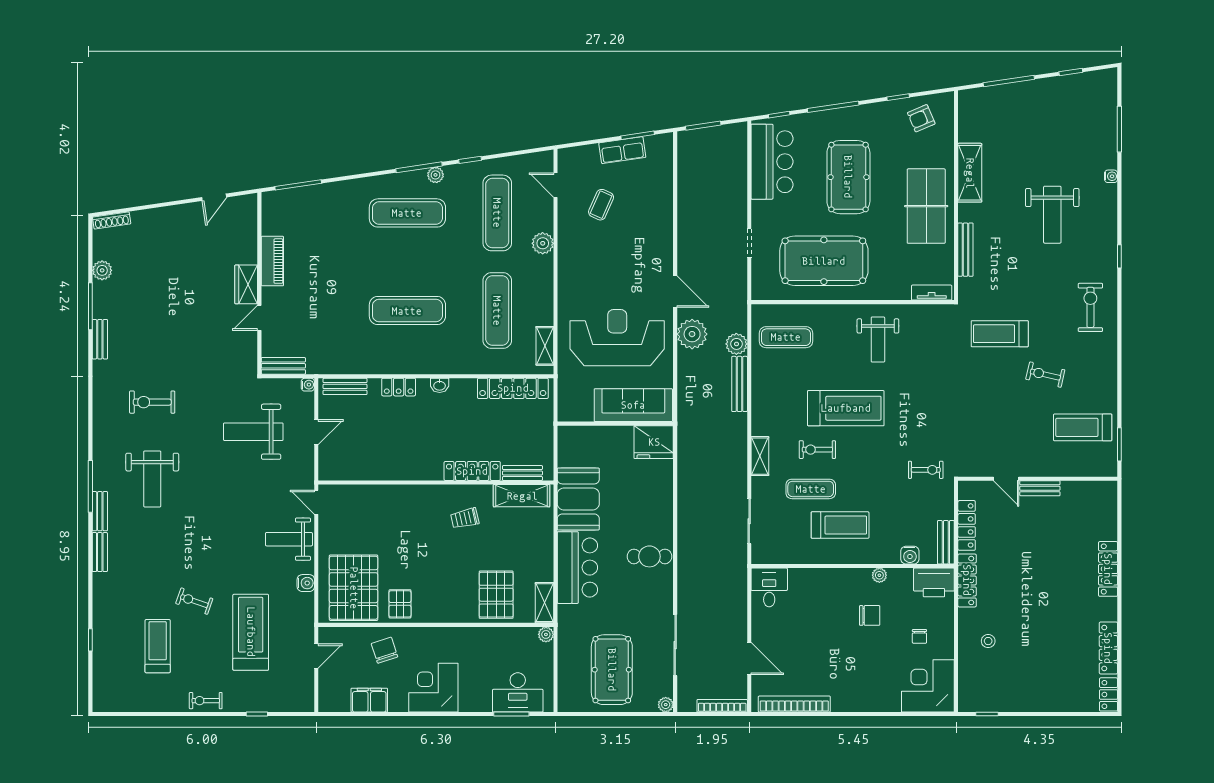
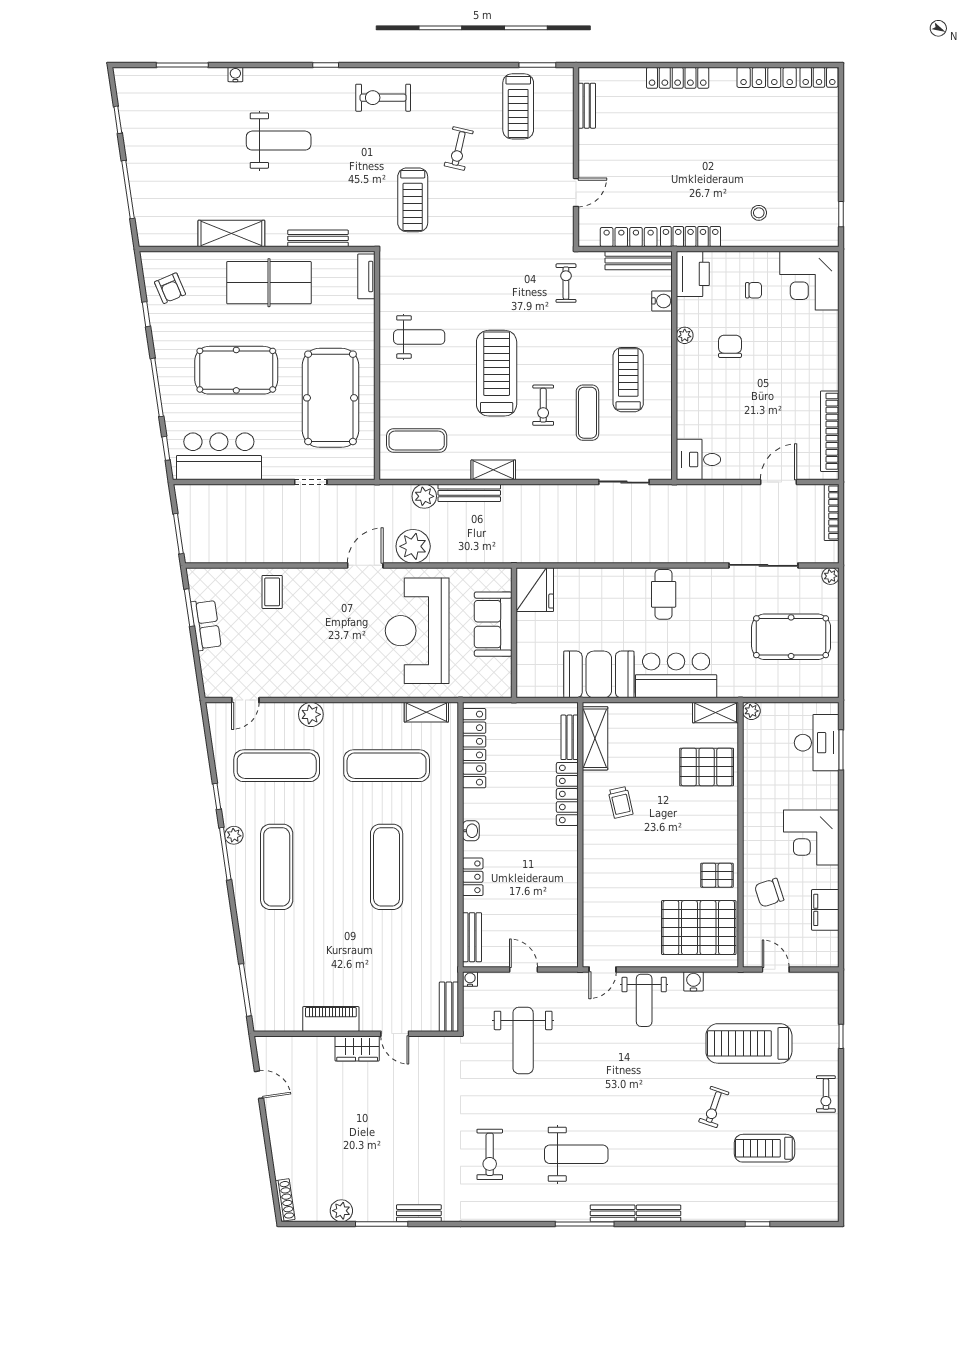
coffee table: (601, 205) -> (272, 592), moved, turned 66
exercise mat: (786, 337) -> (417, 440), turned 90
sofa: (633, 405) -> (493, 624), width x0.73
shelving: (760, 456) -> (493, 470), moved
bench: (1040, 488) -> (587, 106), moved
bench: (946, 542) -> (639, 260), width x1.36

